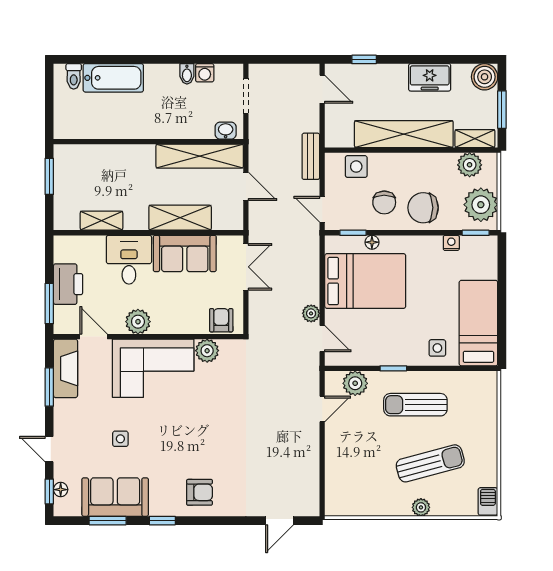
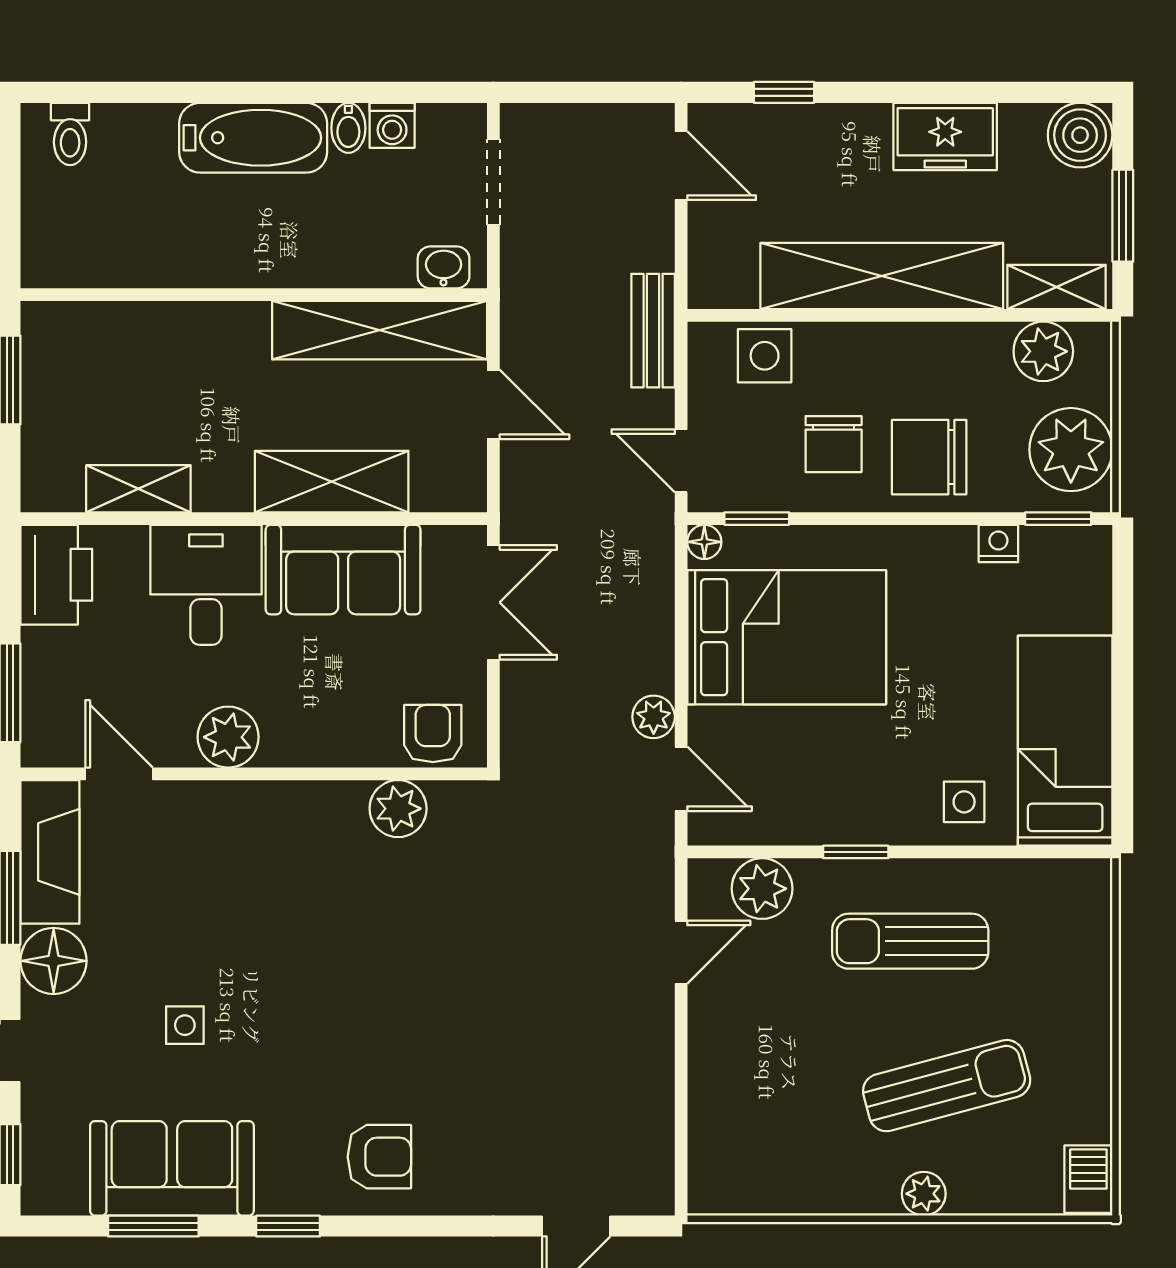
bathtub: (113, 78) -> (253, 138), moved
floor lamp: (372, 242) -> (704, 542), moved
printer: (68, 284) -> (56, 575), moved
corner sofa: (153, 368) -> (265, 852), removed
floor lamp: (61, 490) -> (54, 961), moved, width x1.89, depth x1.89

